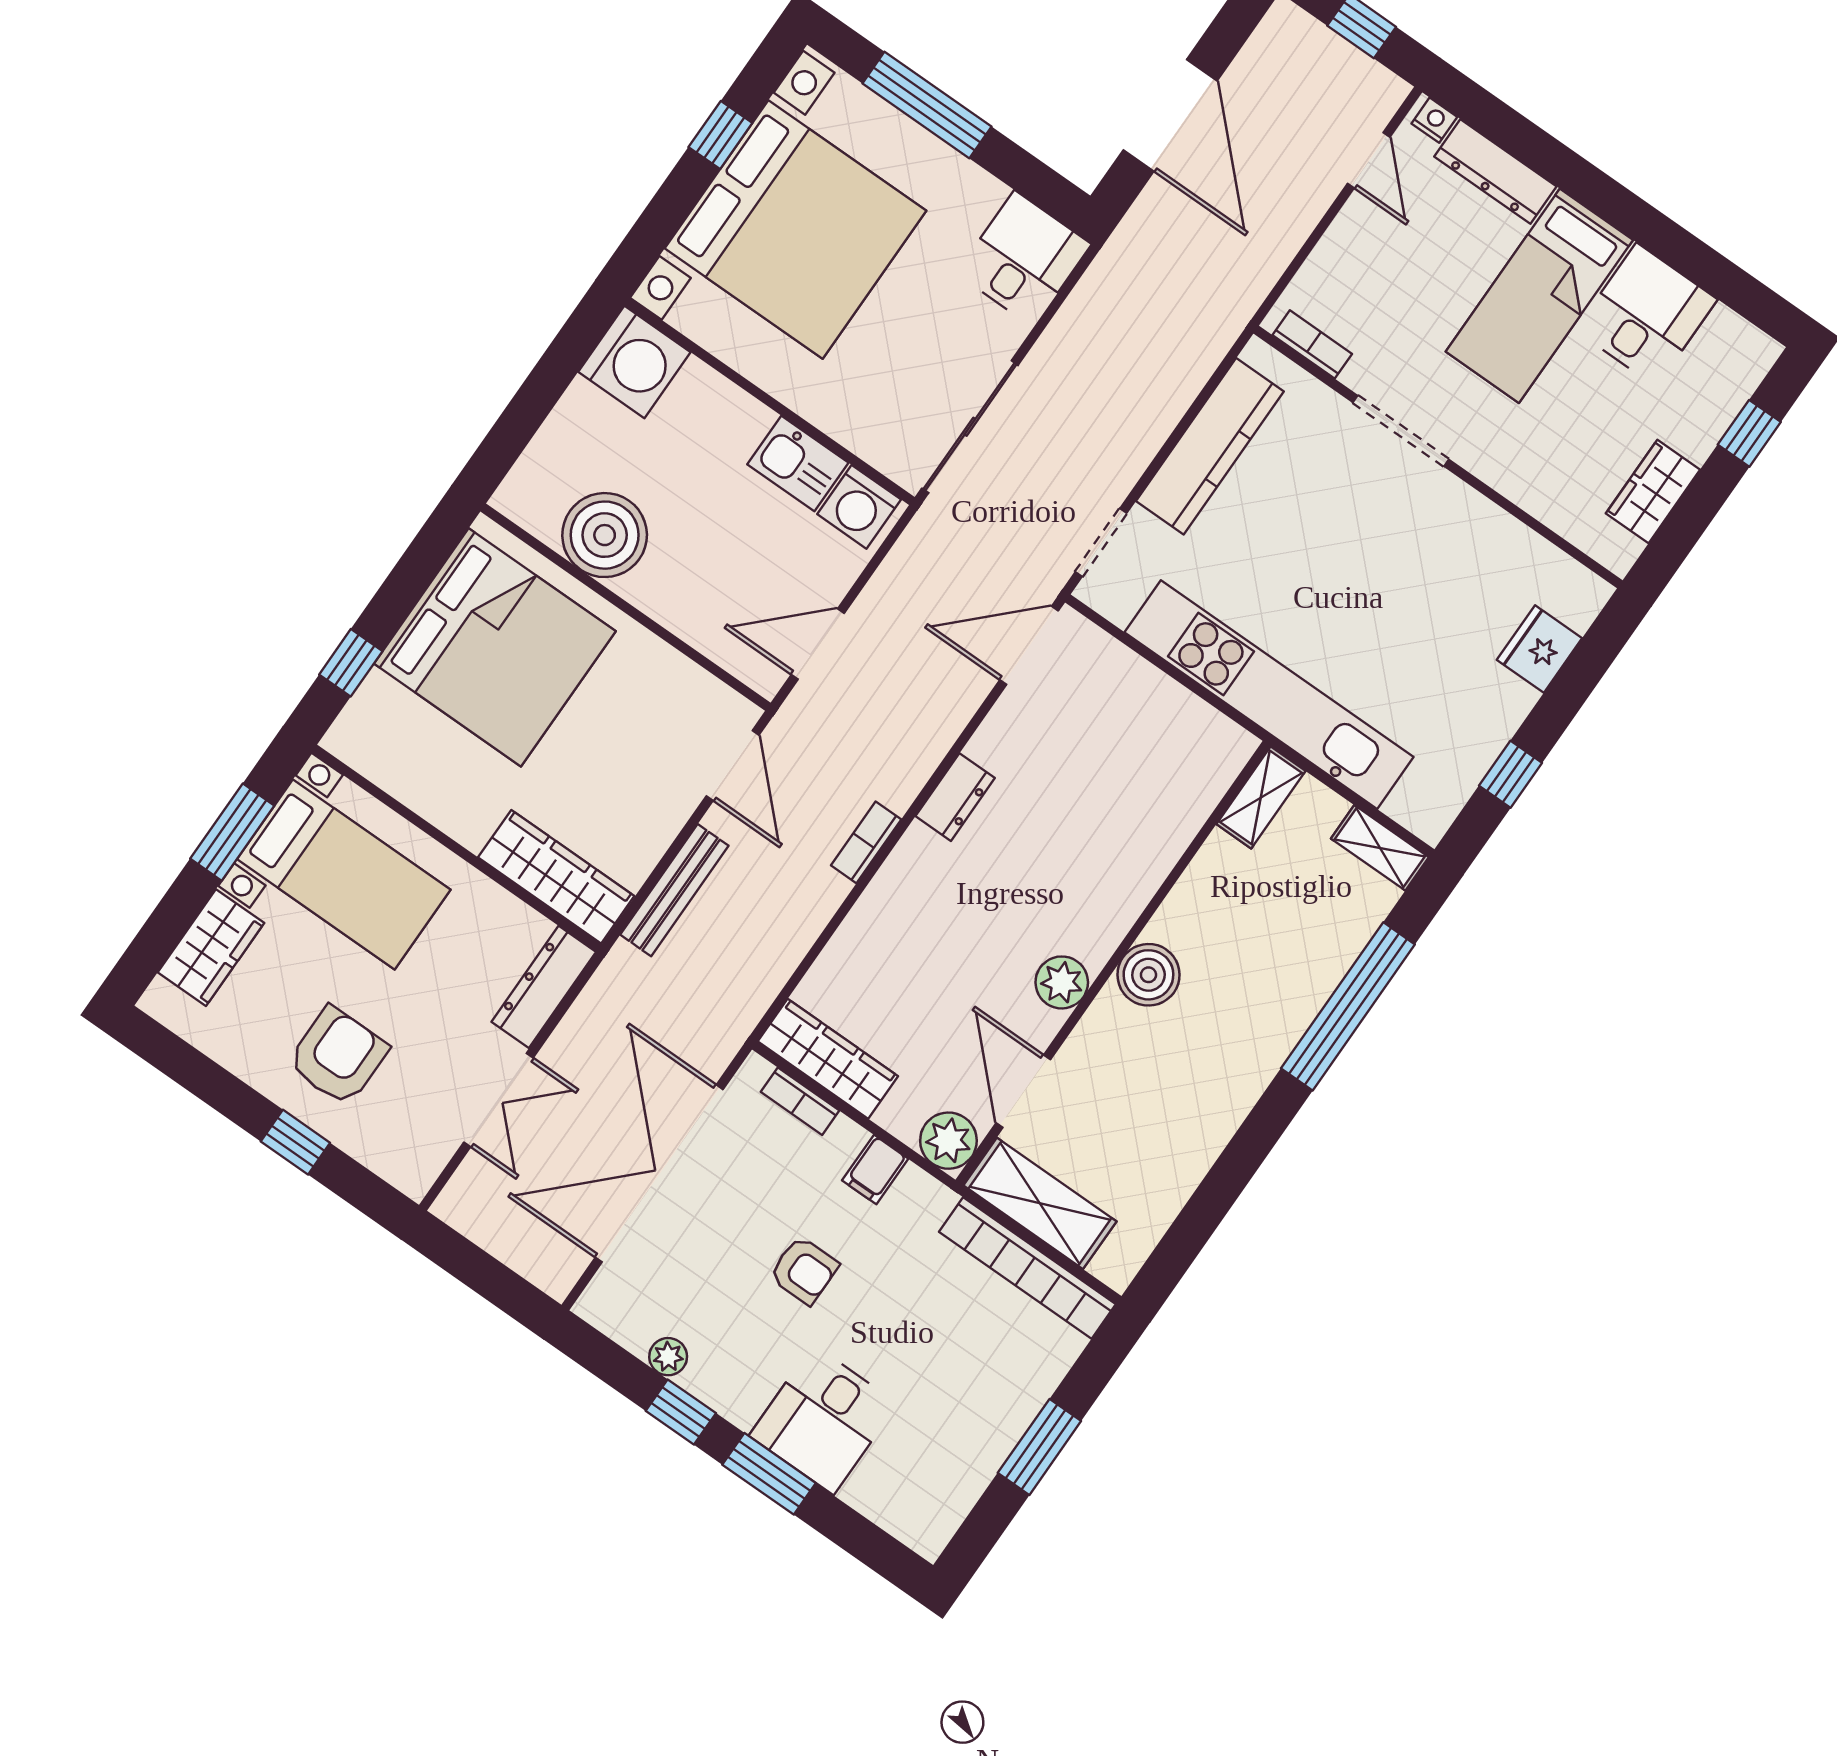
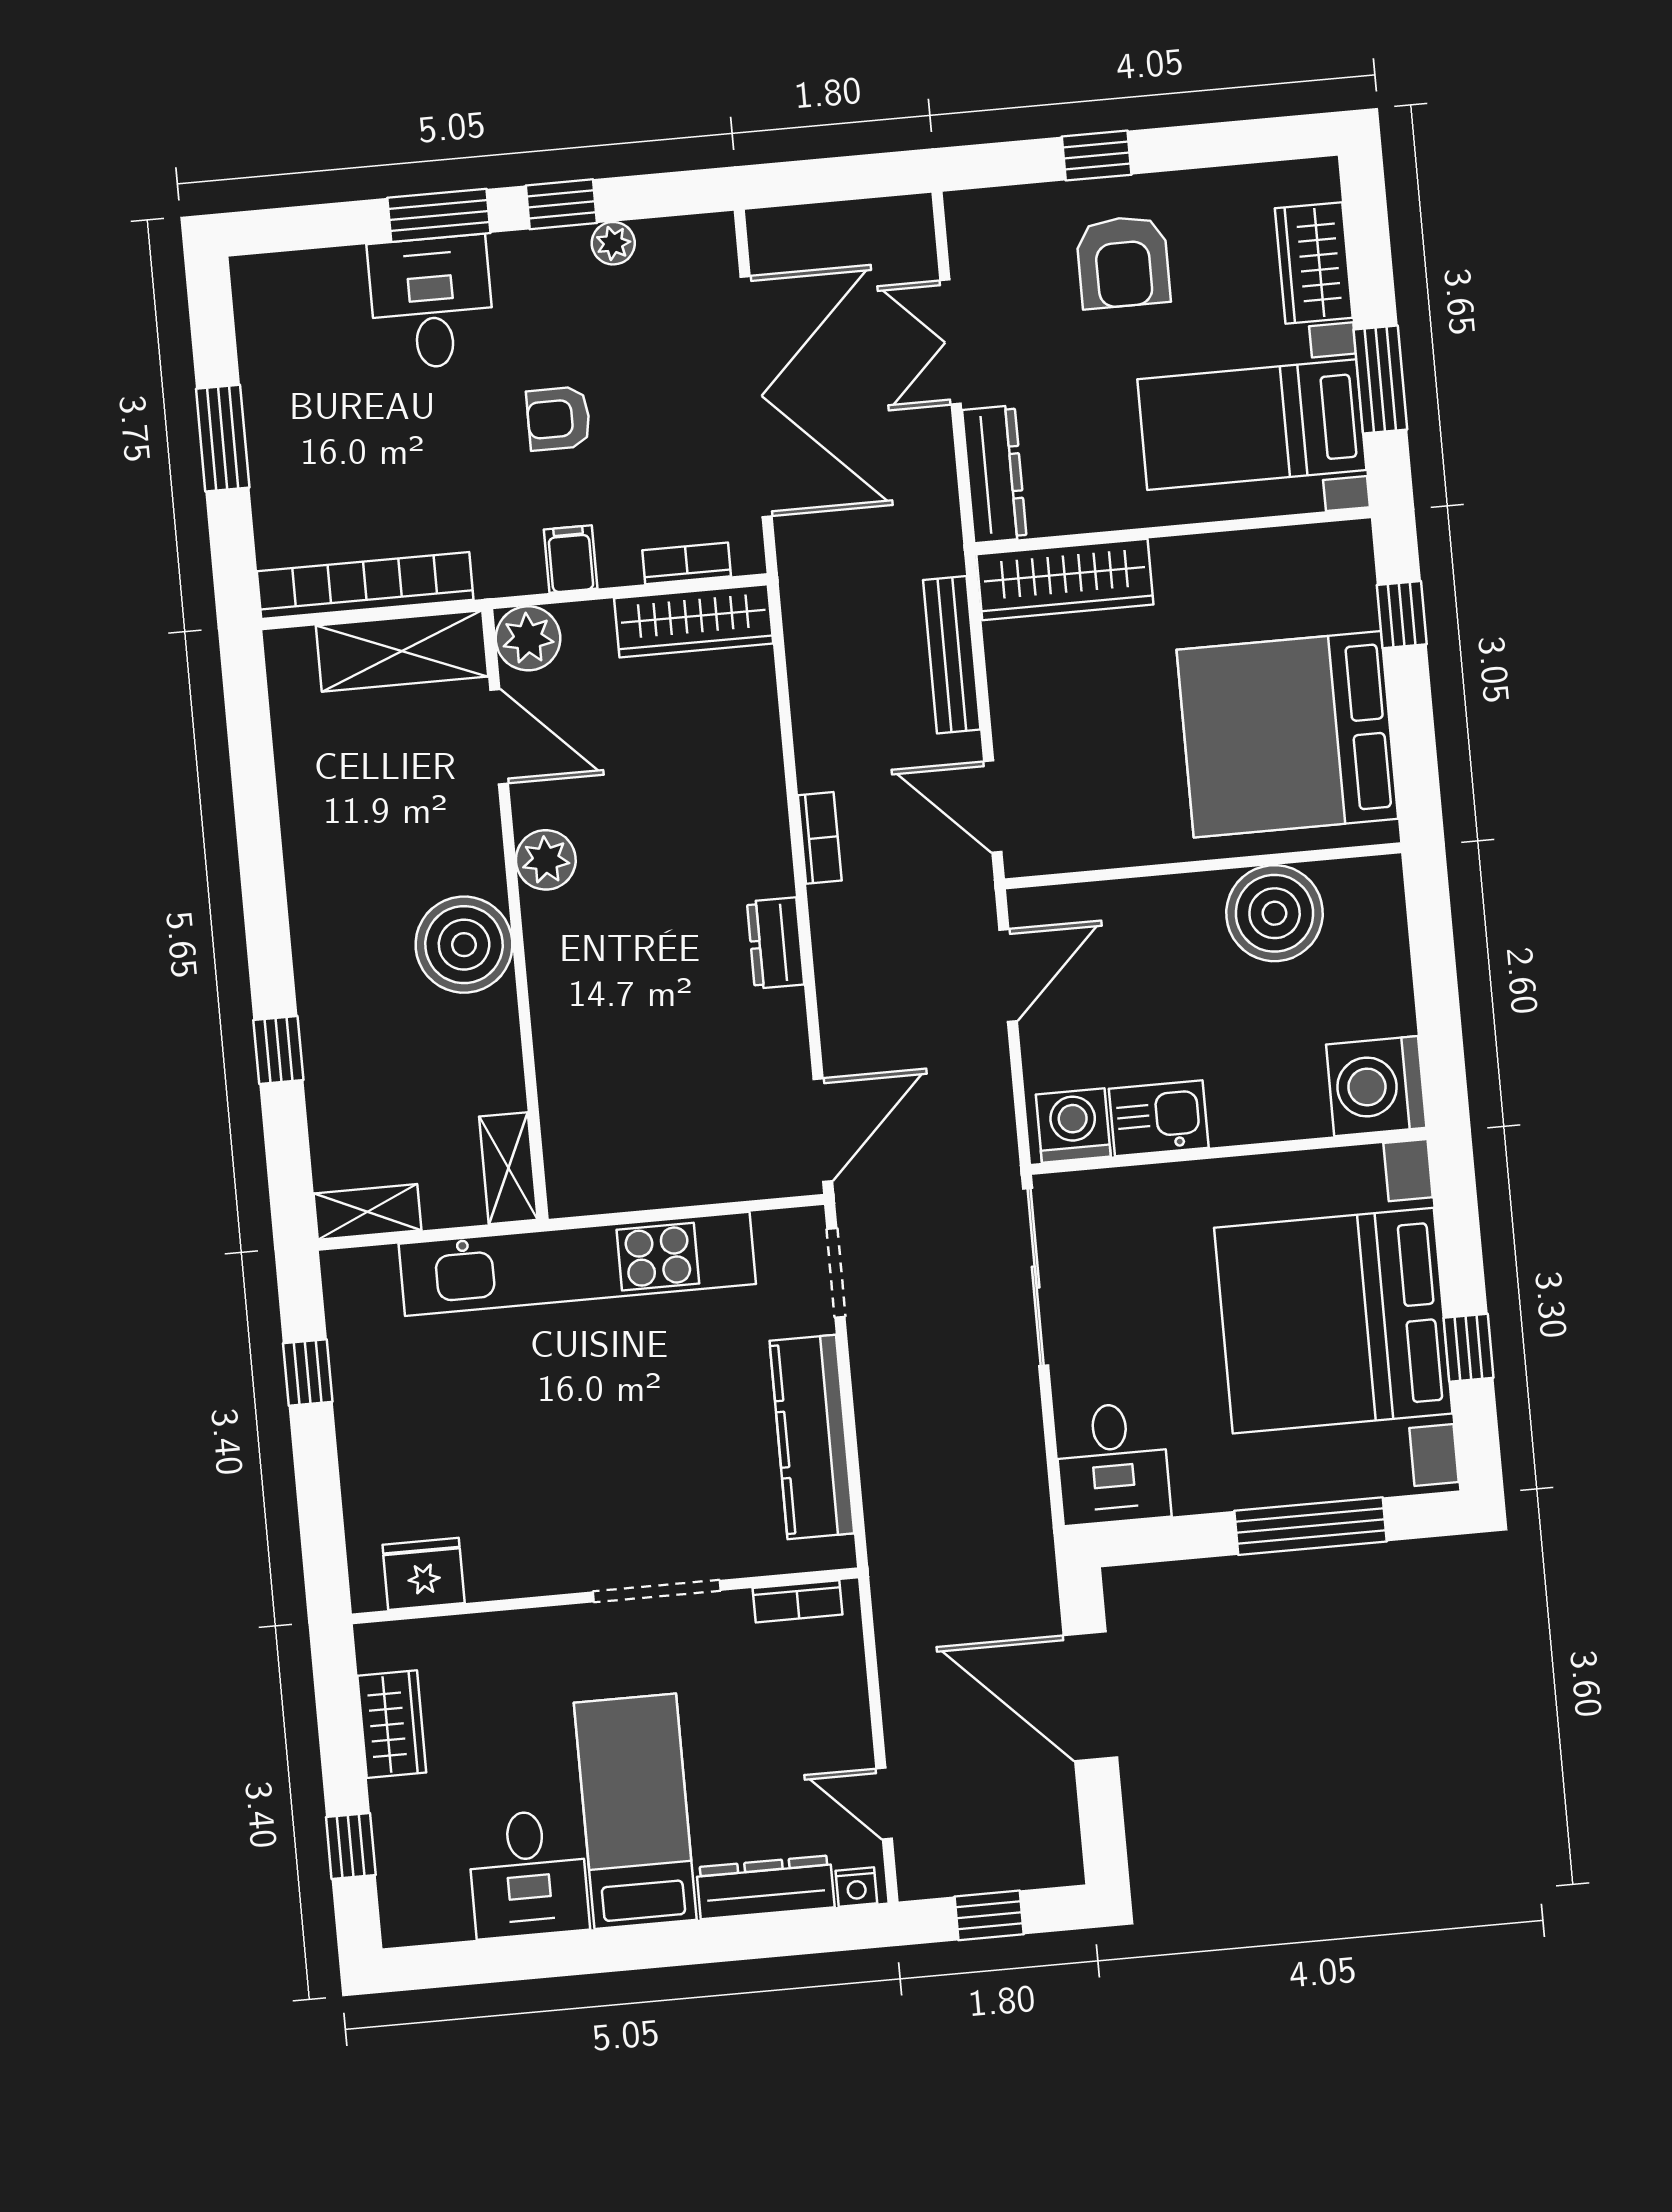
fridge: (1539, 649) -> (424, 1574), moved, turned -90
boiler: (1148, 975) -> (464, 945), width x1.37, depth x1.37
window: (1348, 1006) -> (278, 1050), width x0.32

